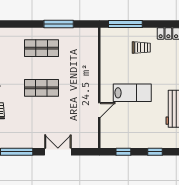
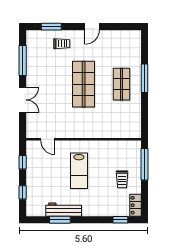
window: (59, 24) -> (144, 78), moved
shop shelf: (41, 88) -> (84, 84), width x1.43, depth x1.36
door: (99, 110) -> (48, 139), moved

